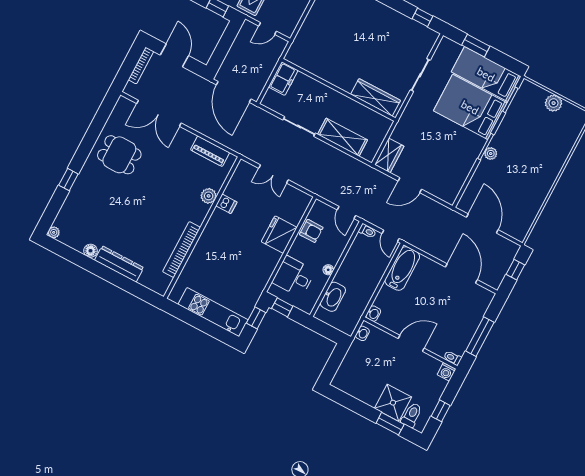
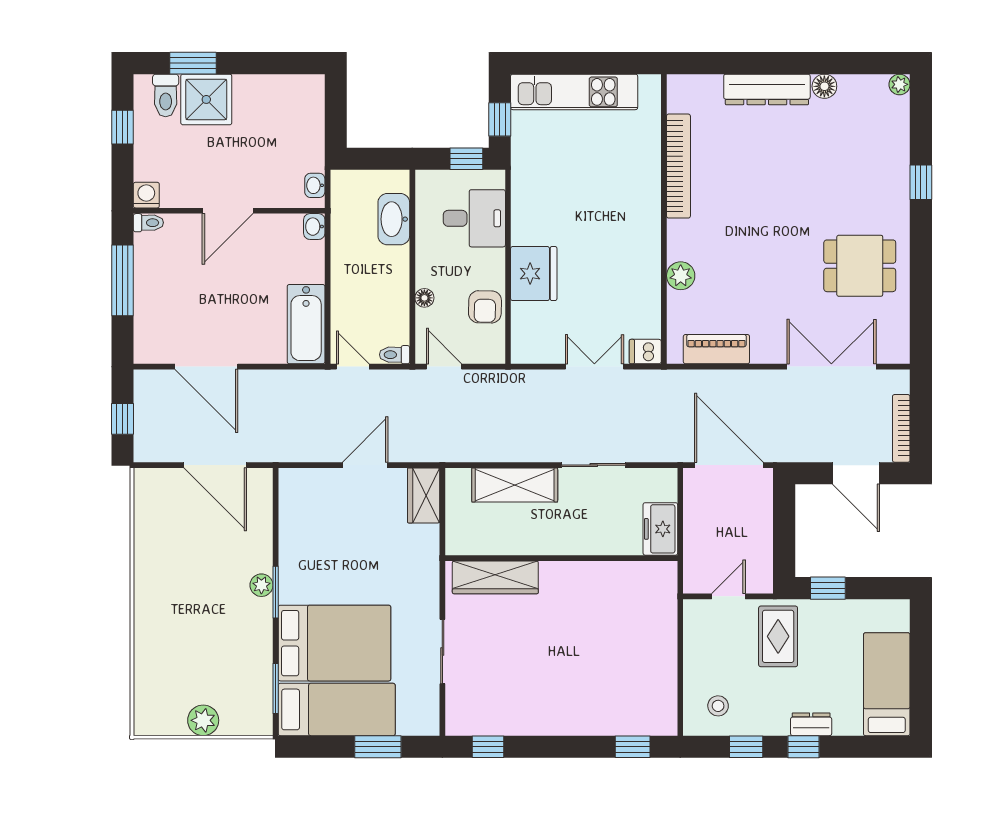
dishwasher: (226, 204) -> (645, 352), moved
armchair: (311, 231) -> (485, 307), turned -89
floor lamp: (328, 270) -> (424, 298), moved

